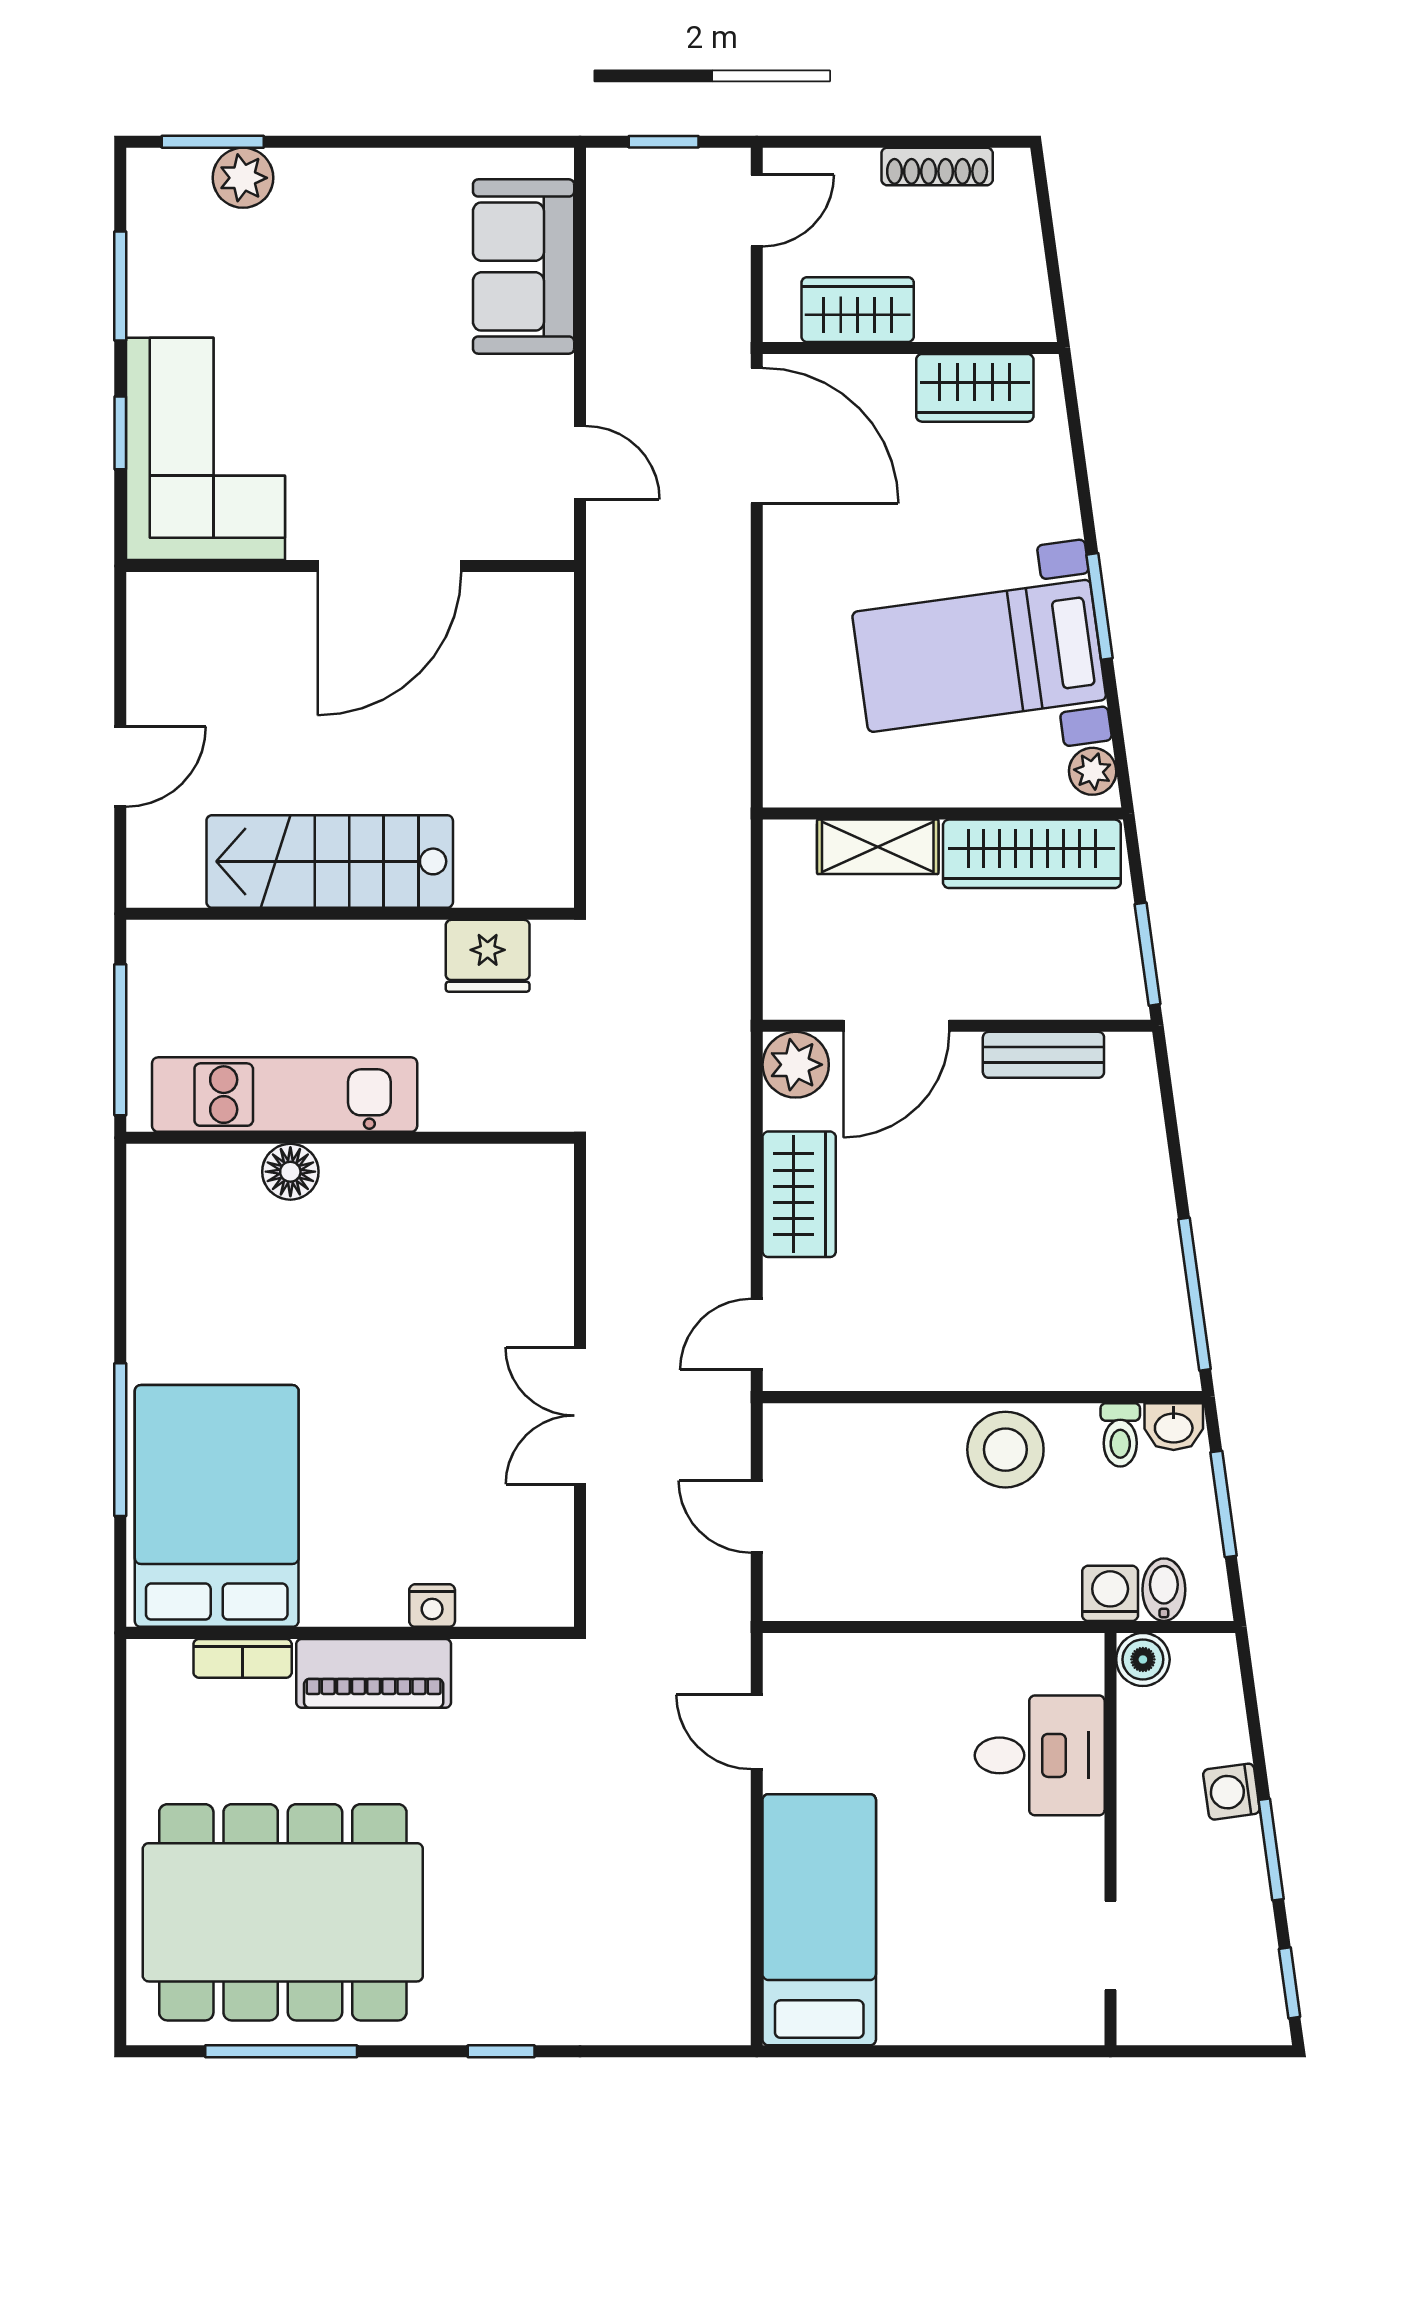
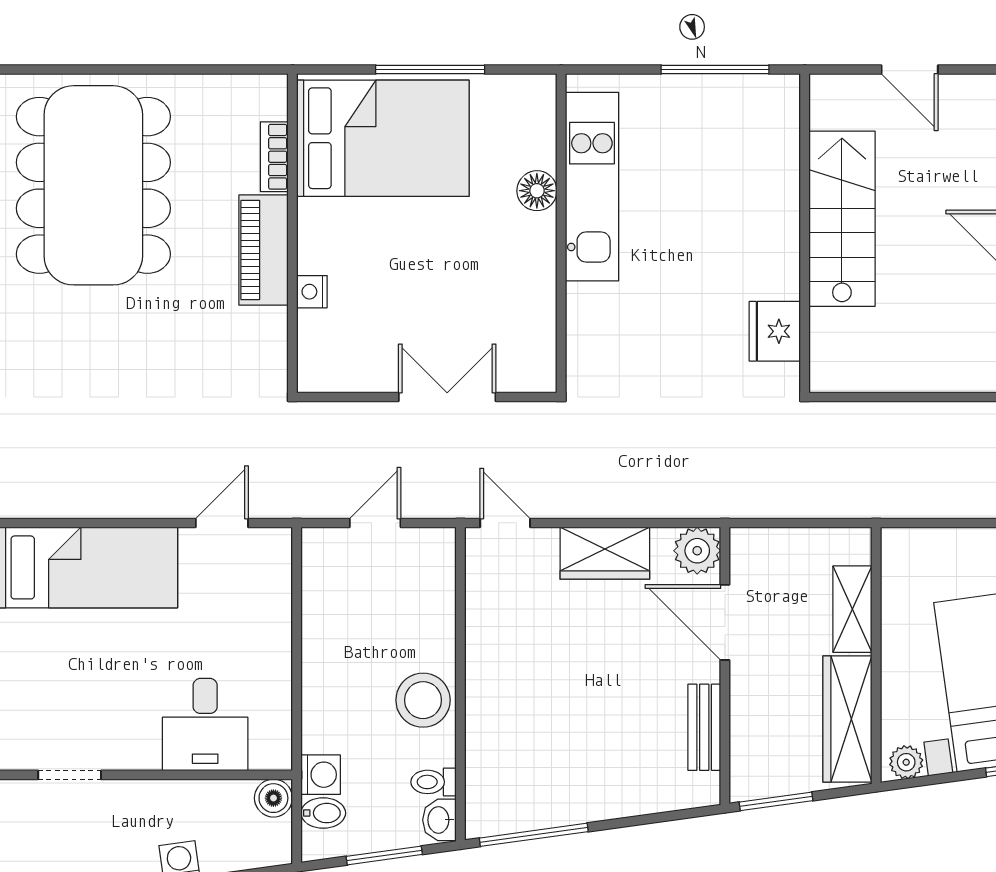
kitchen unit: (285, 1095) -> (592, 187), moved
wall: (350, 1138) -> (561, 233), moved
floor lamp: (290, 1172) -> (537, 191), moved

